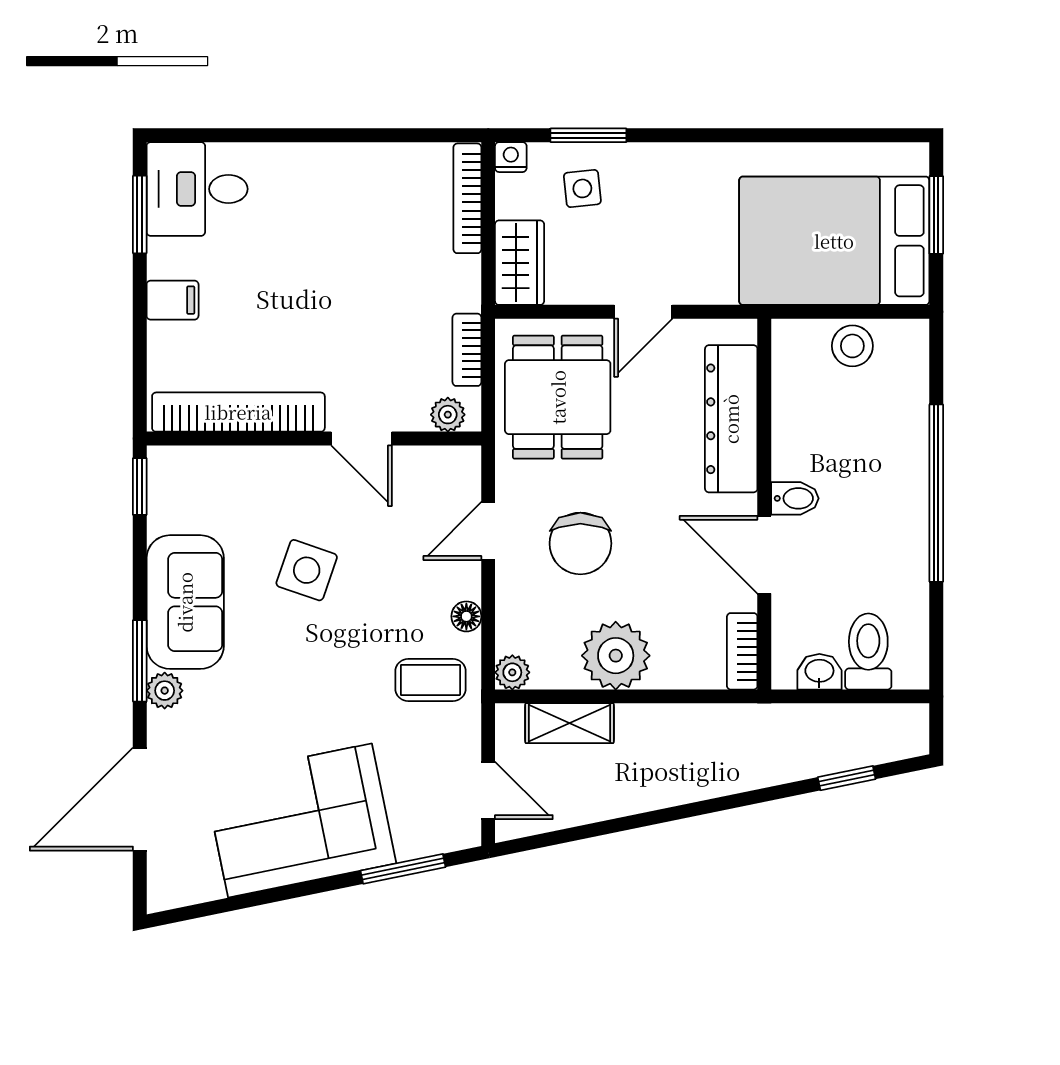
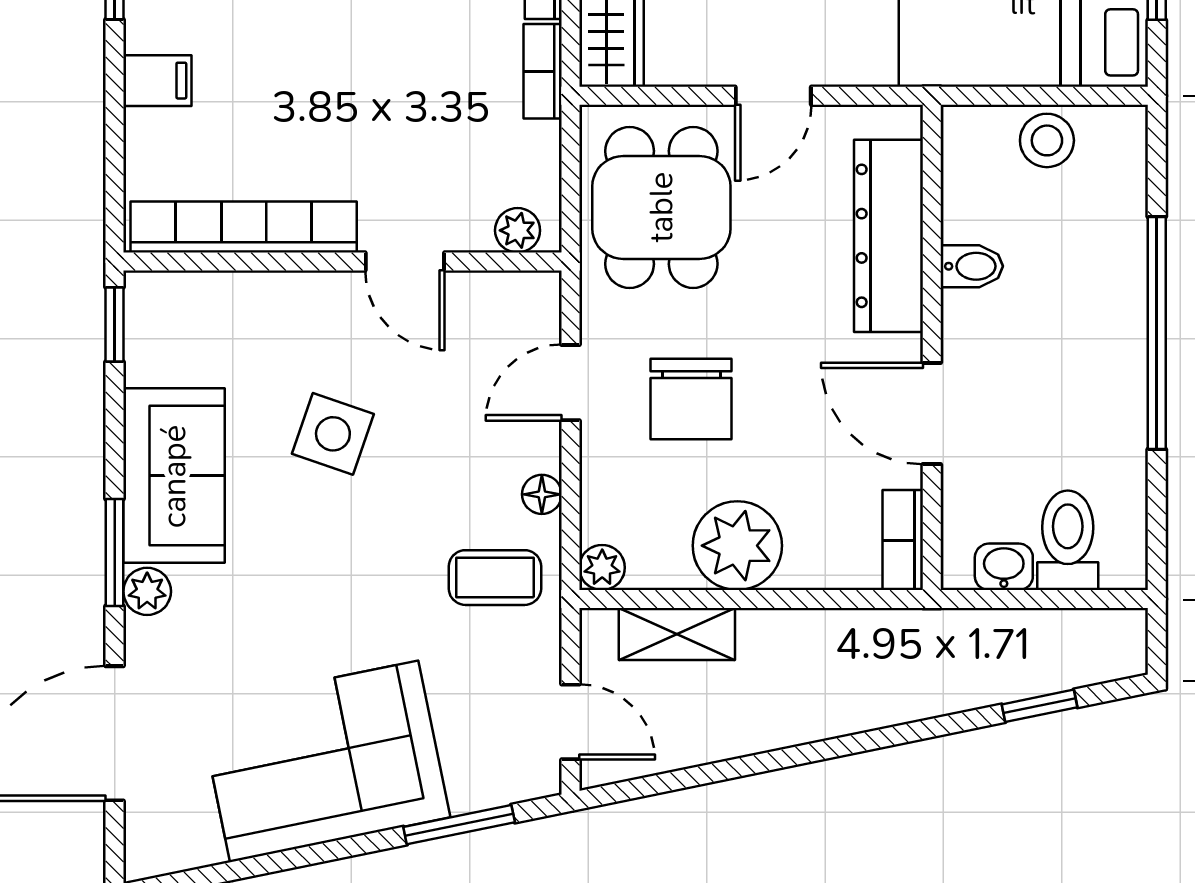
bookcase: (467, 350) -> (543, 71), moved
bidet: (795, 498) -> (972, 266), moved

